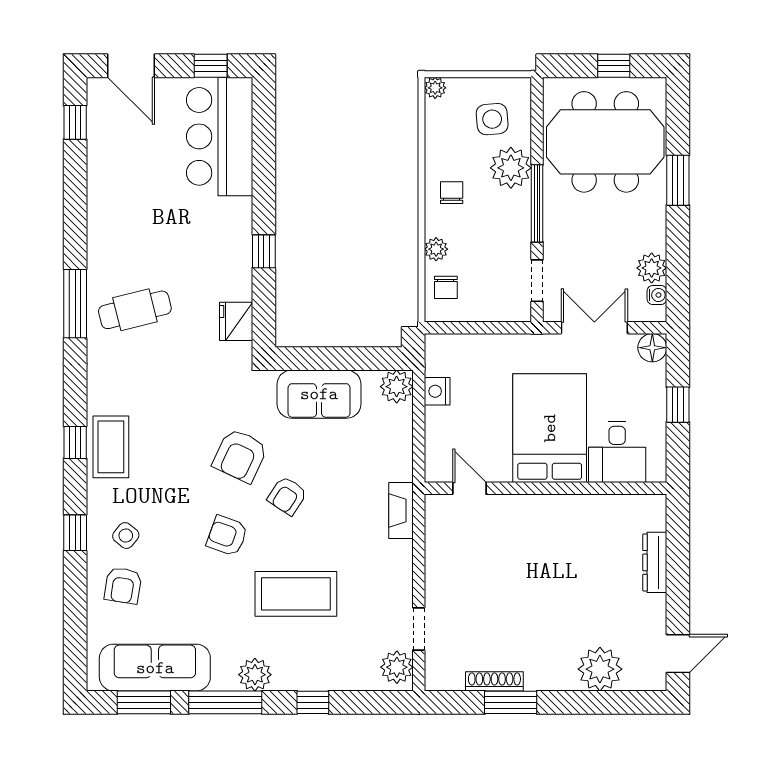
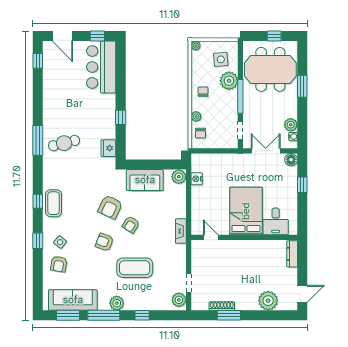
bed: (550, 428) -> (246, 211), moved
desk: (617, 452) -> (276, 221), moved
door: (469, 488) -> (211, 237), moved
wall: (545, 488) -> (244, 237), moved

